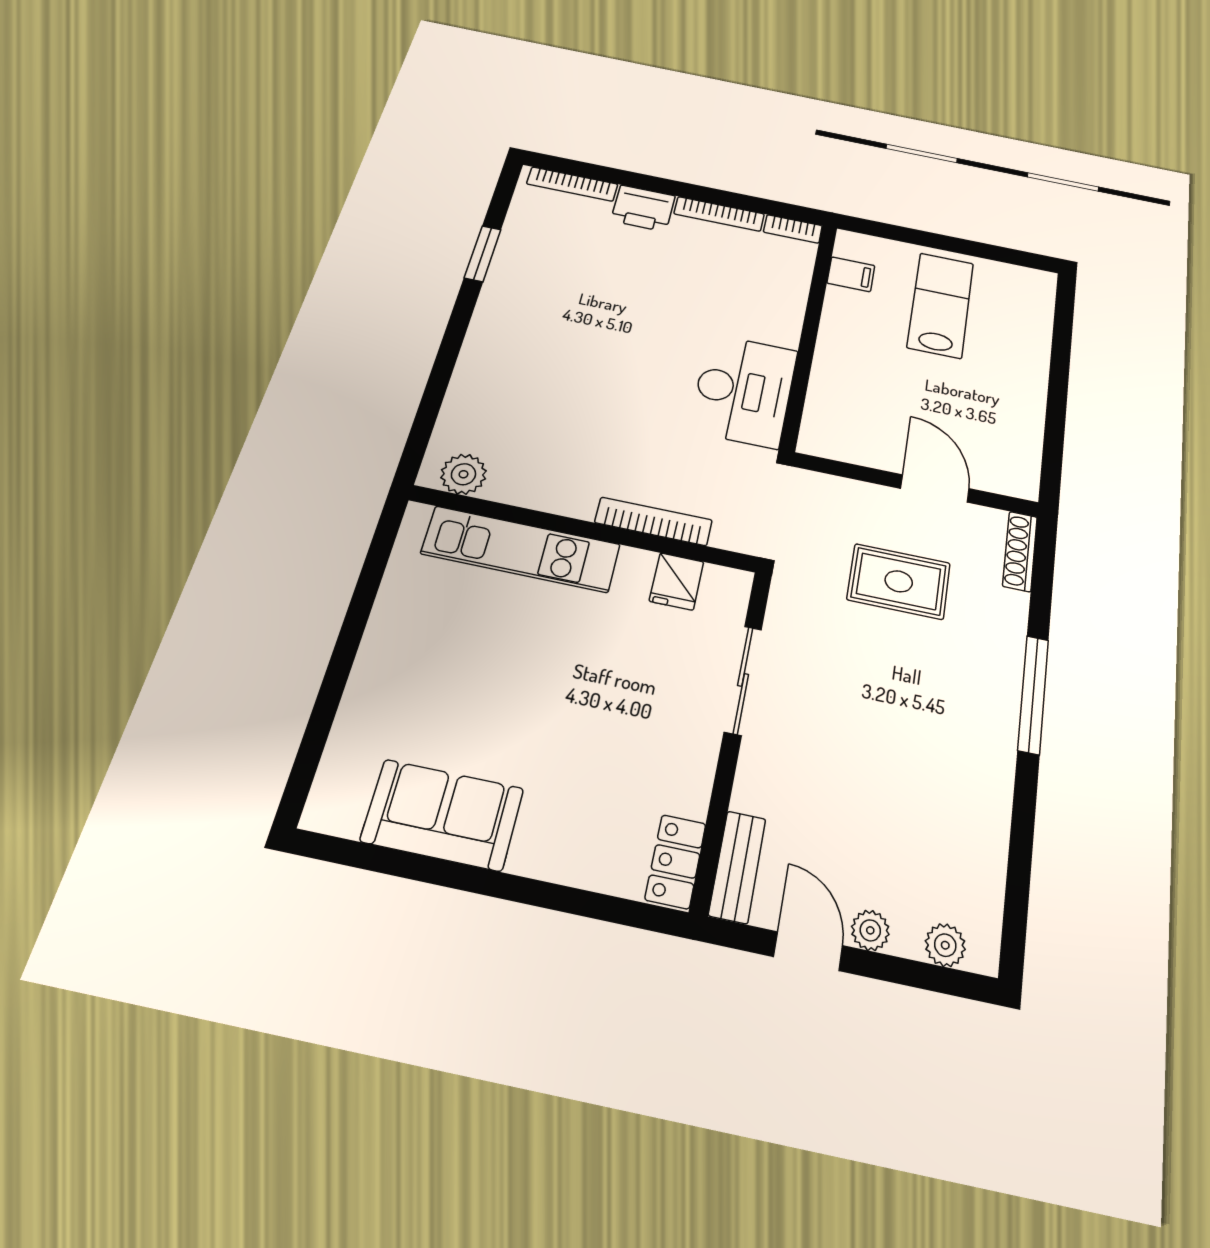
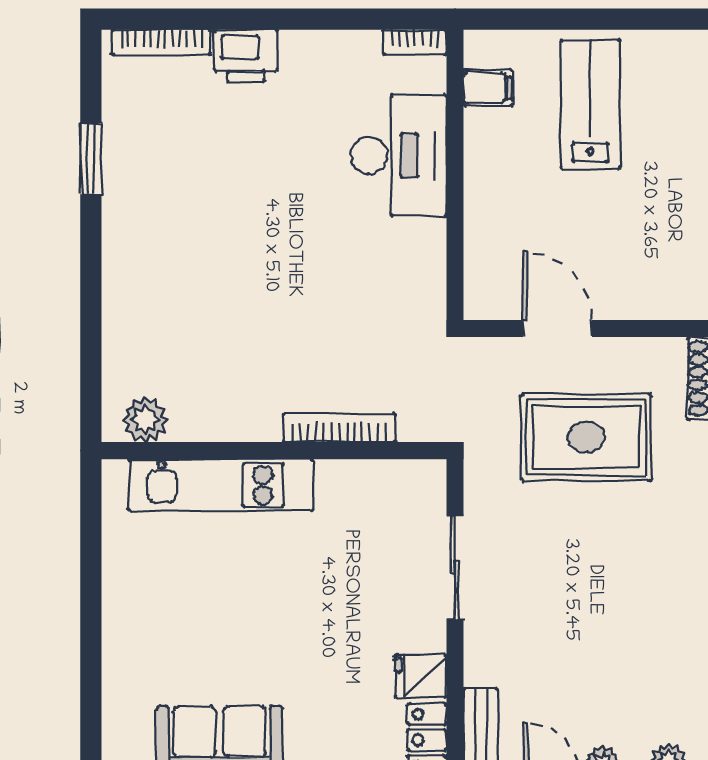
bookcase: (719, 214) -> (330, 42), removed
desk: (744, 390) -> (399, 155), moved
door: (935, 488) -> (558, 329), moved
fridge: (677, 581) -> (421, 676), moved, turned 90
rug: (899, 581) -> (586, 437), width x1.36, depth x1.43

